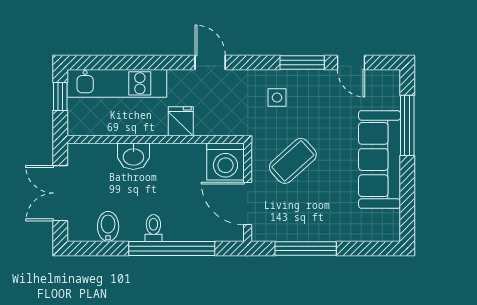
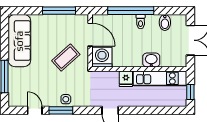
kitchen unit: (117, 83) -> (160, 78), moved, turned 180
side table: (277, 98) -> (66, 99), moved
sofa: (380, 160) -> (19, 41), moved

